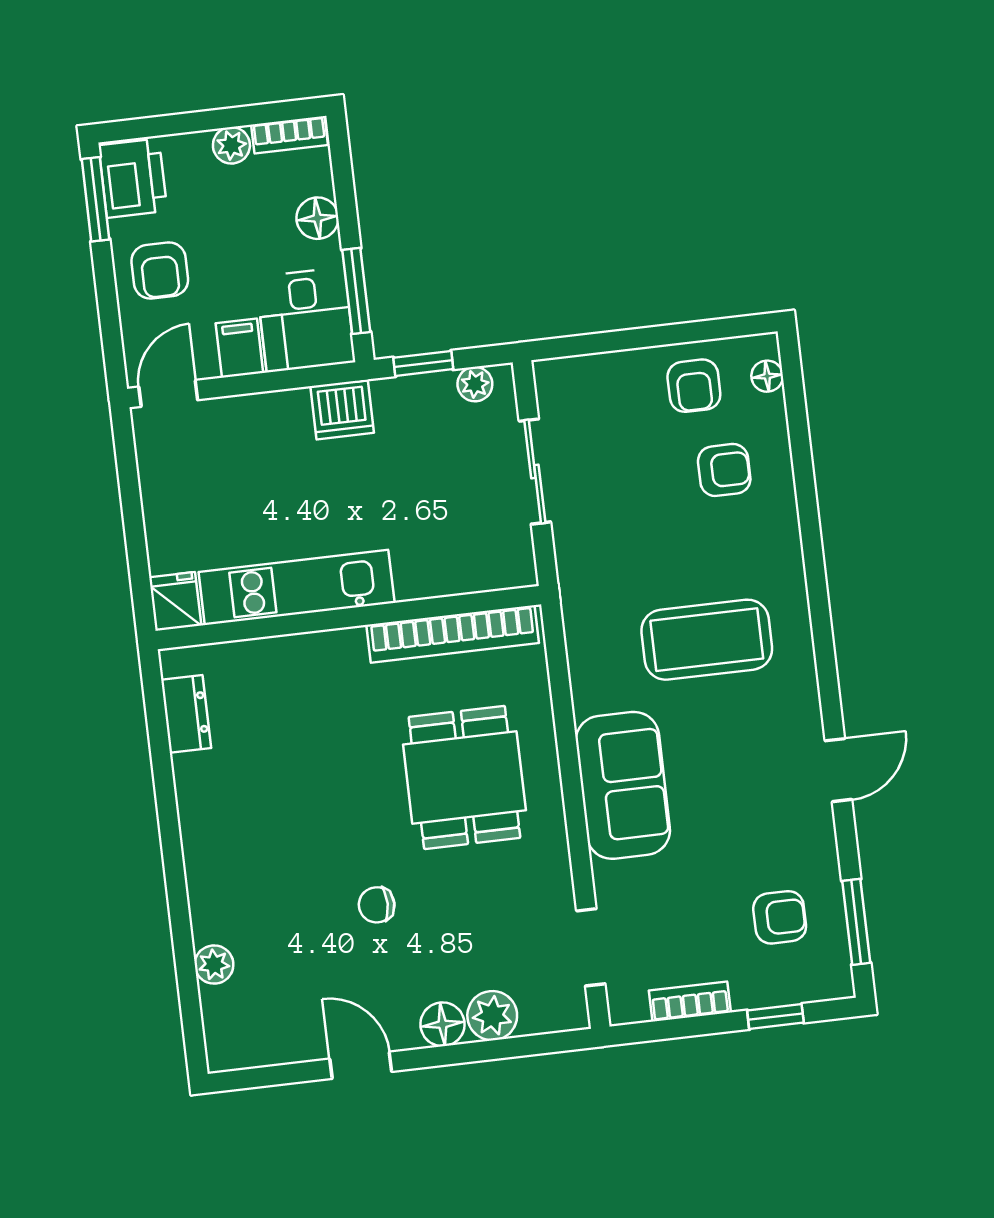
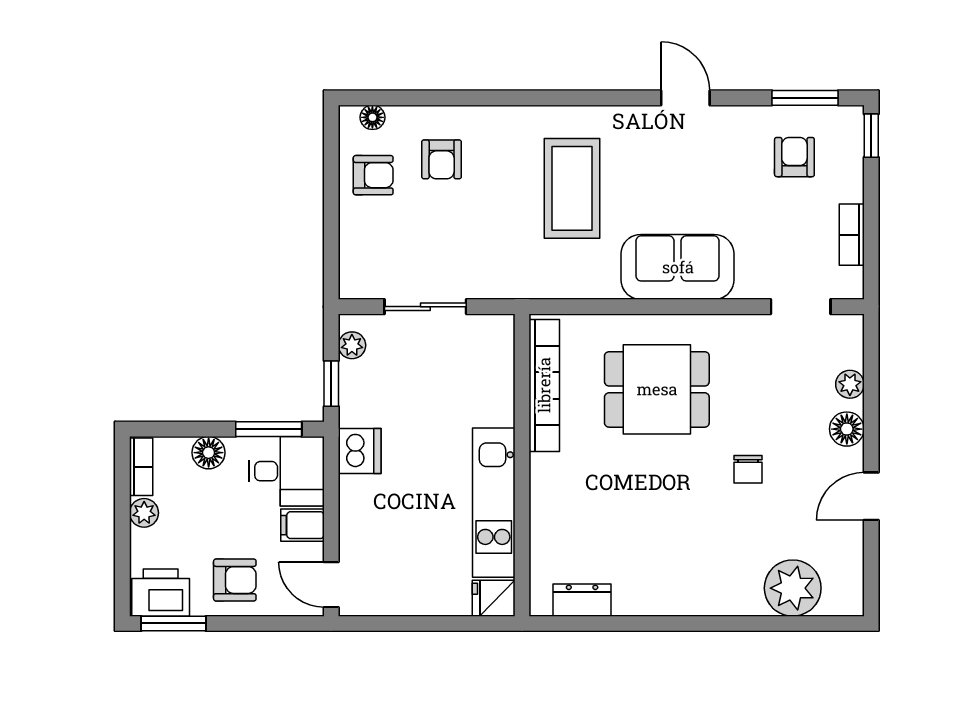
armchair: (724, 470) -> (442, 159), turned 180
plant: (214, 965) -> (793, 588), width x1.88, depth x1.88
plant: (492, 1016) -> (850, 384), width x0.73, depth x0.73
window: (775, 1017) -> (871, 136), moved

